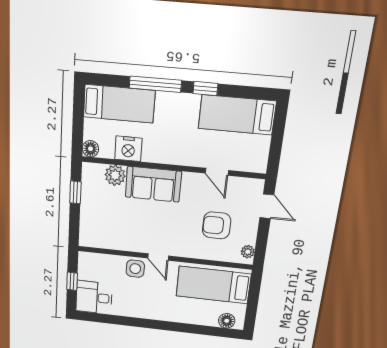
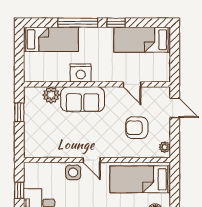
floor lamp: (90, 149) -> (30, 76), removed
nightstand: (128, 149) -> (81, 73), moved

